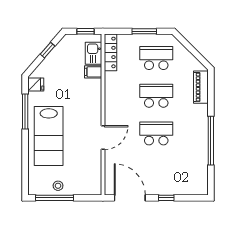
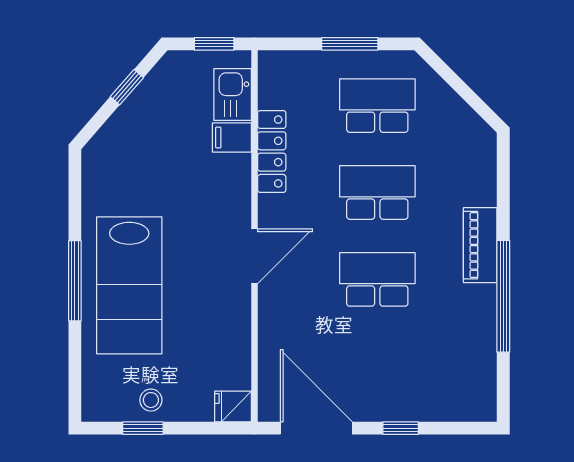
locker: (110, 52) -> (272, 151), moved
fridge: (36, 84) -> (233, 406), moved, turned 180
piano: (201, 87) -> (480, 245), moved
window: (25, 111) -> (75, 281), moved
door: (103, 138) -> (254, 256), moved
window: (55, 198) -> (143, 428), width x0.46

